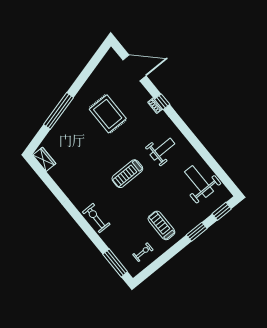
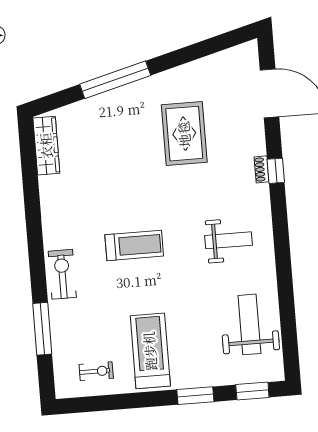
wardrobe: (44, 159) -> (46, 146), width x1.50
treadmill: (127, 174) -> (134, 245), moved, turned 180
treadmill: (161, 225) -> (150, 351), width x1.37, depth x1.38
window: (115, 263) -> (42, 329), moved

